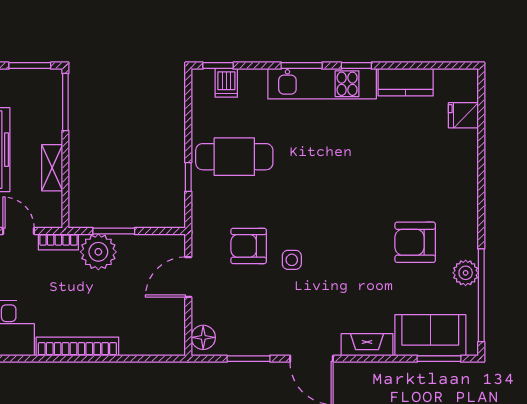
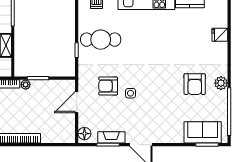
fridge: (463, 115) -> (220, 35), moved
armchair: (415, 242) -> (195, 84), turned -90
plant: (98, 252) -> (26, 85), width x0.53, depth x0.53
plant: (466, 273) -> (221, 83), moved
fireplace: (367, 345) -> (111, 137), moved

